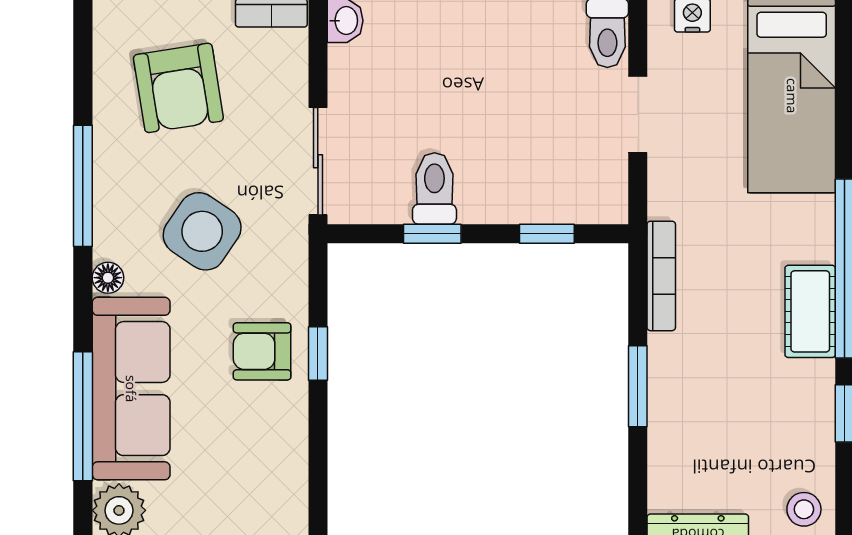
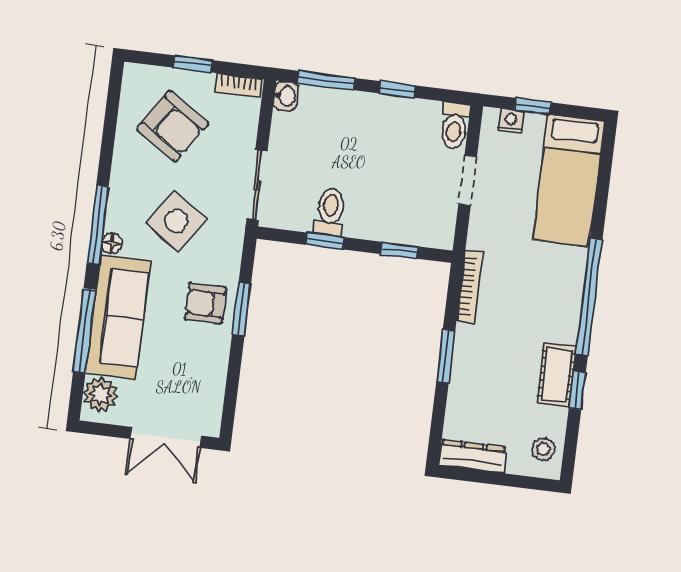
armchair: (178, 88) -> (173, 126), turned -47
window: (83, 186) -> (98, 225), moved
cot: (810, 311) -> (557, 375), moved
window: (318, 353) -> (242, 309), width x1.50

